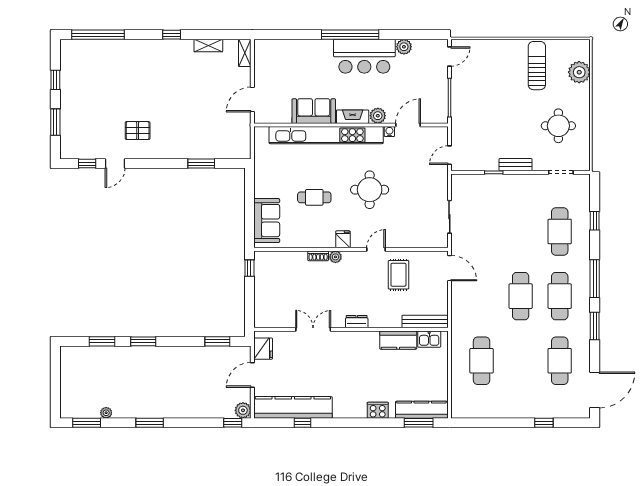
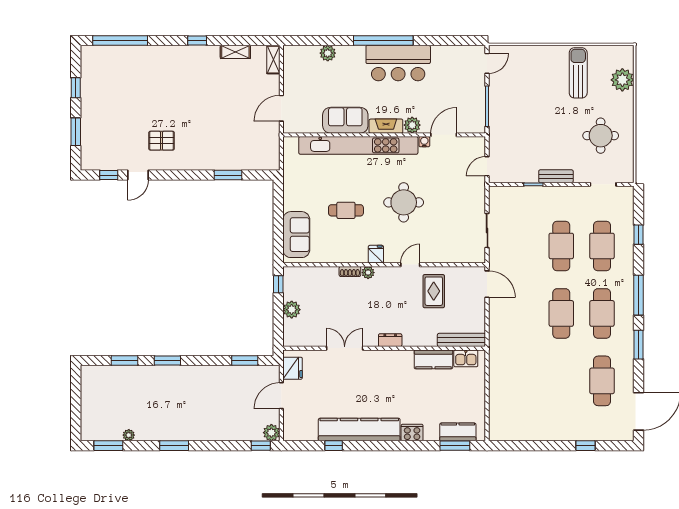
plant: (404, 47) -> (328, 53), moved
plant: (262, 292) -> (292, 310), added
cafe table: (482, 361) -> (561, 246), moved
kitchen counter: (293, 407) -> (359, 430), moved
kitchen counter: (421, 410) -> (458, 432), width x0.67

